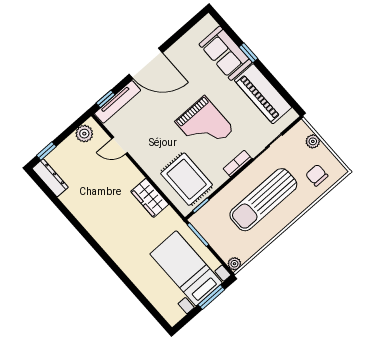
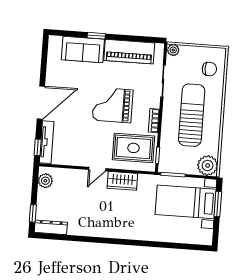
grand piano: (205, 125) -> (113, 105), turned 180
plant: (313, 141) -> (173, 50), moved
door: (120, 146) -> (97, 169), moved
bookcase: (237, 164) -> (154, 121), moved
chair: (317, 175) -> (209, 69), turned 180
sun lounger: (263, 200) -> (192, 115), turned 180
plant: (234, 264) -> (208, 165), width x1.87, depth x1.87

